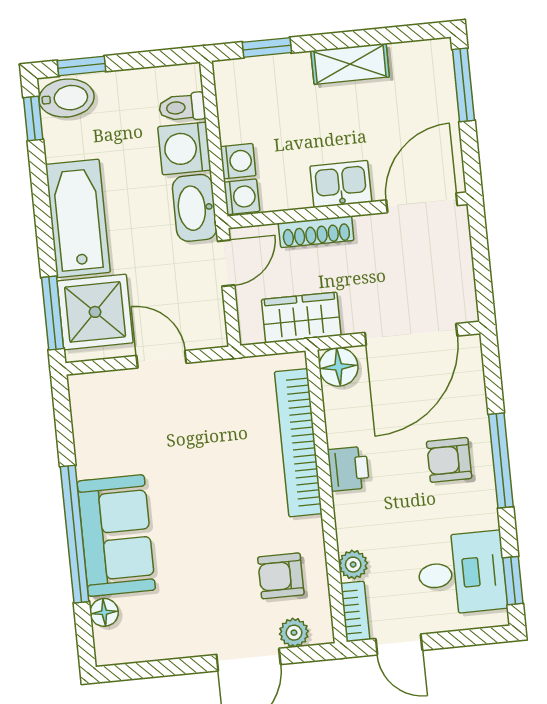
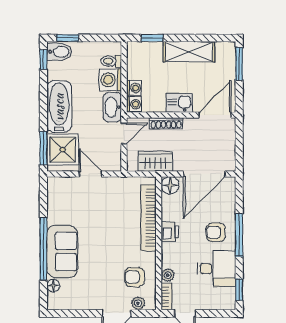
shelving: (350, 64) -> (189, 52), width x1.50, depth x1.33
desk: (462, 573) -> (216, 269), moved

